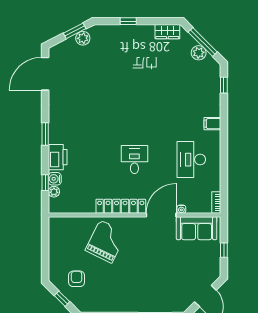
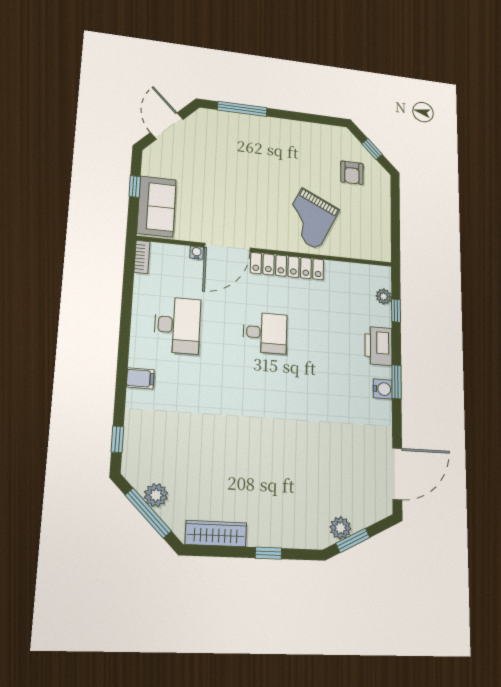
wardrobe: (167, 32) -> (216, 534), width x1.50
desk: (134, 160) -> (265, 333), turned -90
water cooler: (55, 179) -> (383, 389), moved
sofa: (197, 228) -> (157, 206), moved, turned 90

